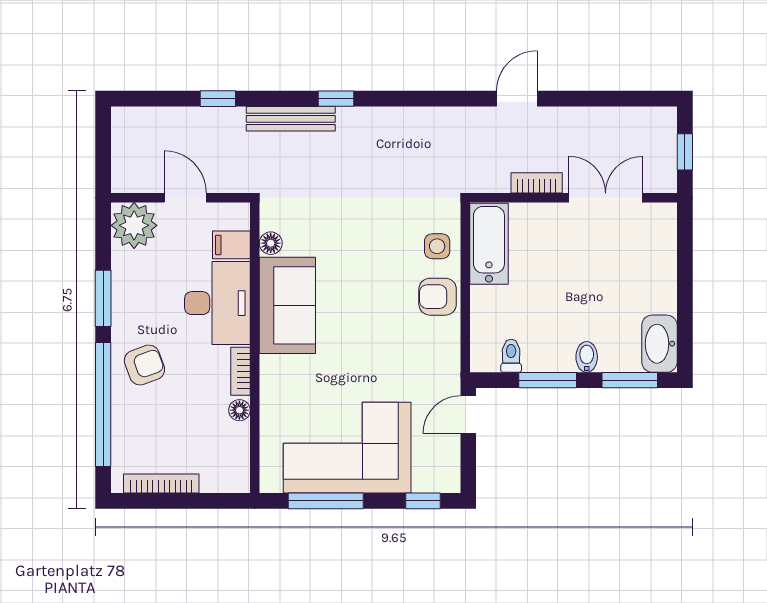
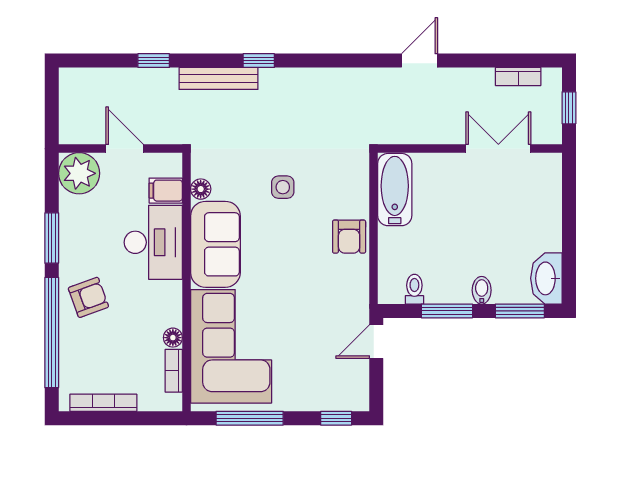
bookcase: (537, 183) -> (518, 77), moved, turned 180
side table: (437, 246) -> (283, 187), moved
armchair: (438, 297) -> (349, 237), turned -90
bookcase: (240, 371) -> (174, 371), moved
corner sofa: (347, 448) -> (231, 346), moved, turned 90

